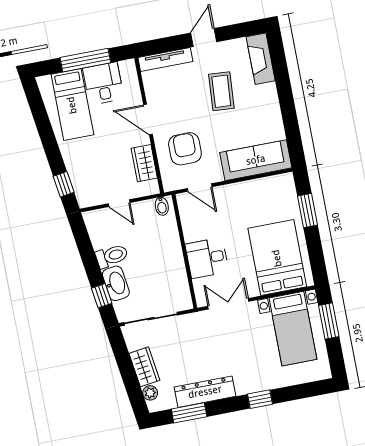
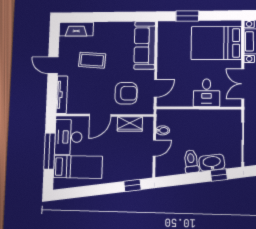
desk: (103, 83) -> (68, 137), width x1.37
armchair: (185, 149) -> (126, 93), turned 180
bidet: (162, 206) -> (163, 130), moved

